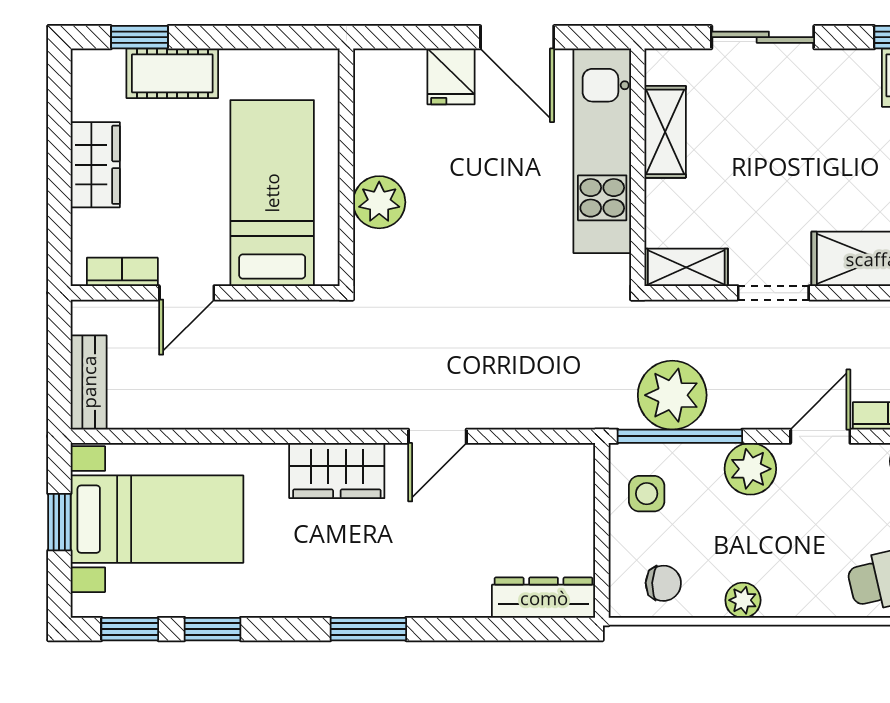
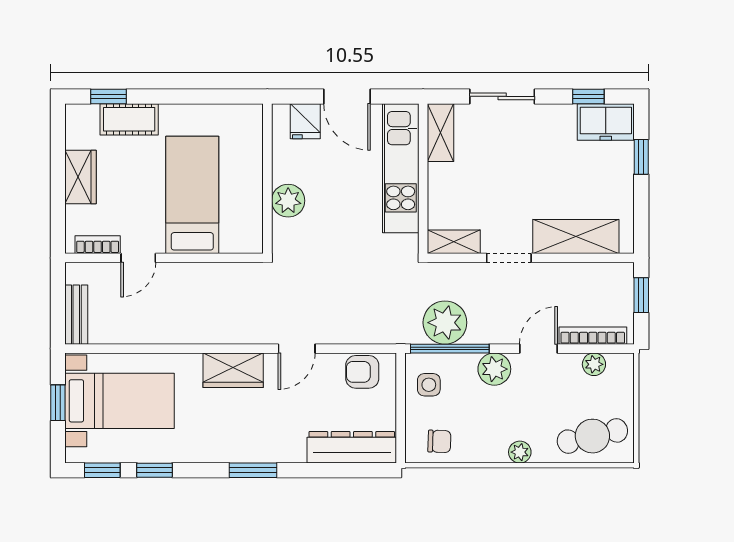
shelving: (665, 132) -> (440, 133), moved
wall: (346, 167) -> (267, 179), moved
plant: (379, 202) -> (288, 201), moved
armchair: (541, 473) -> (362, 372), added
dresser: (544, 598) -> (352, 447), width x1.37, depth x1.24
plant: (743, 600) -> (520, 452), moved

